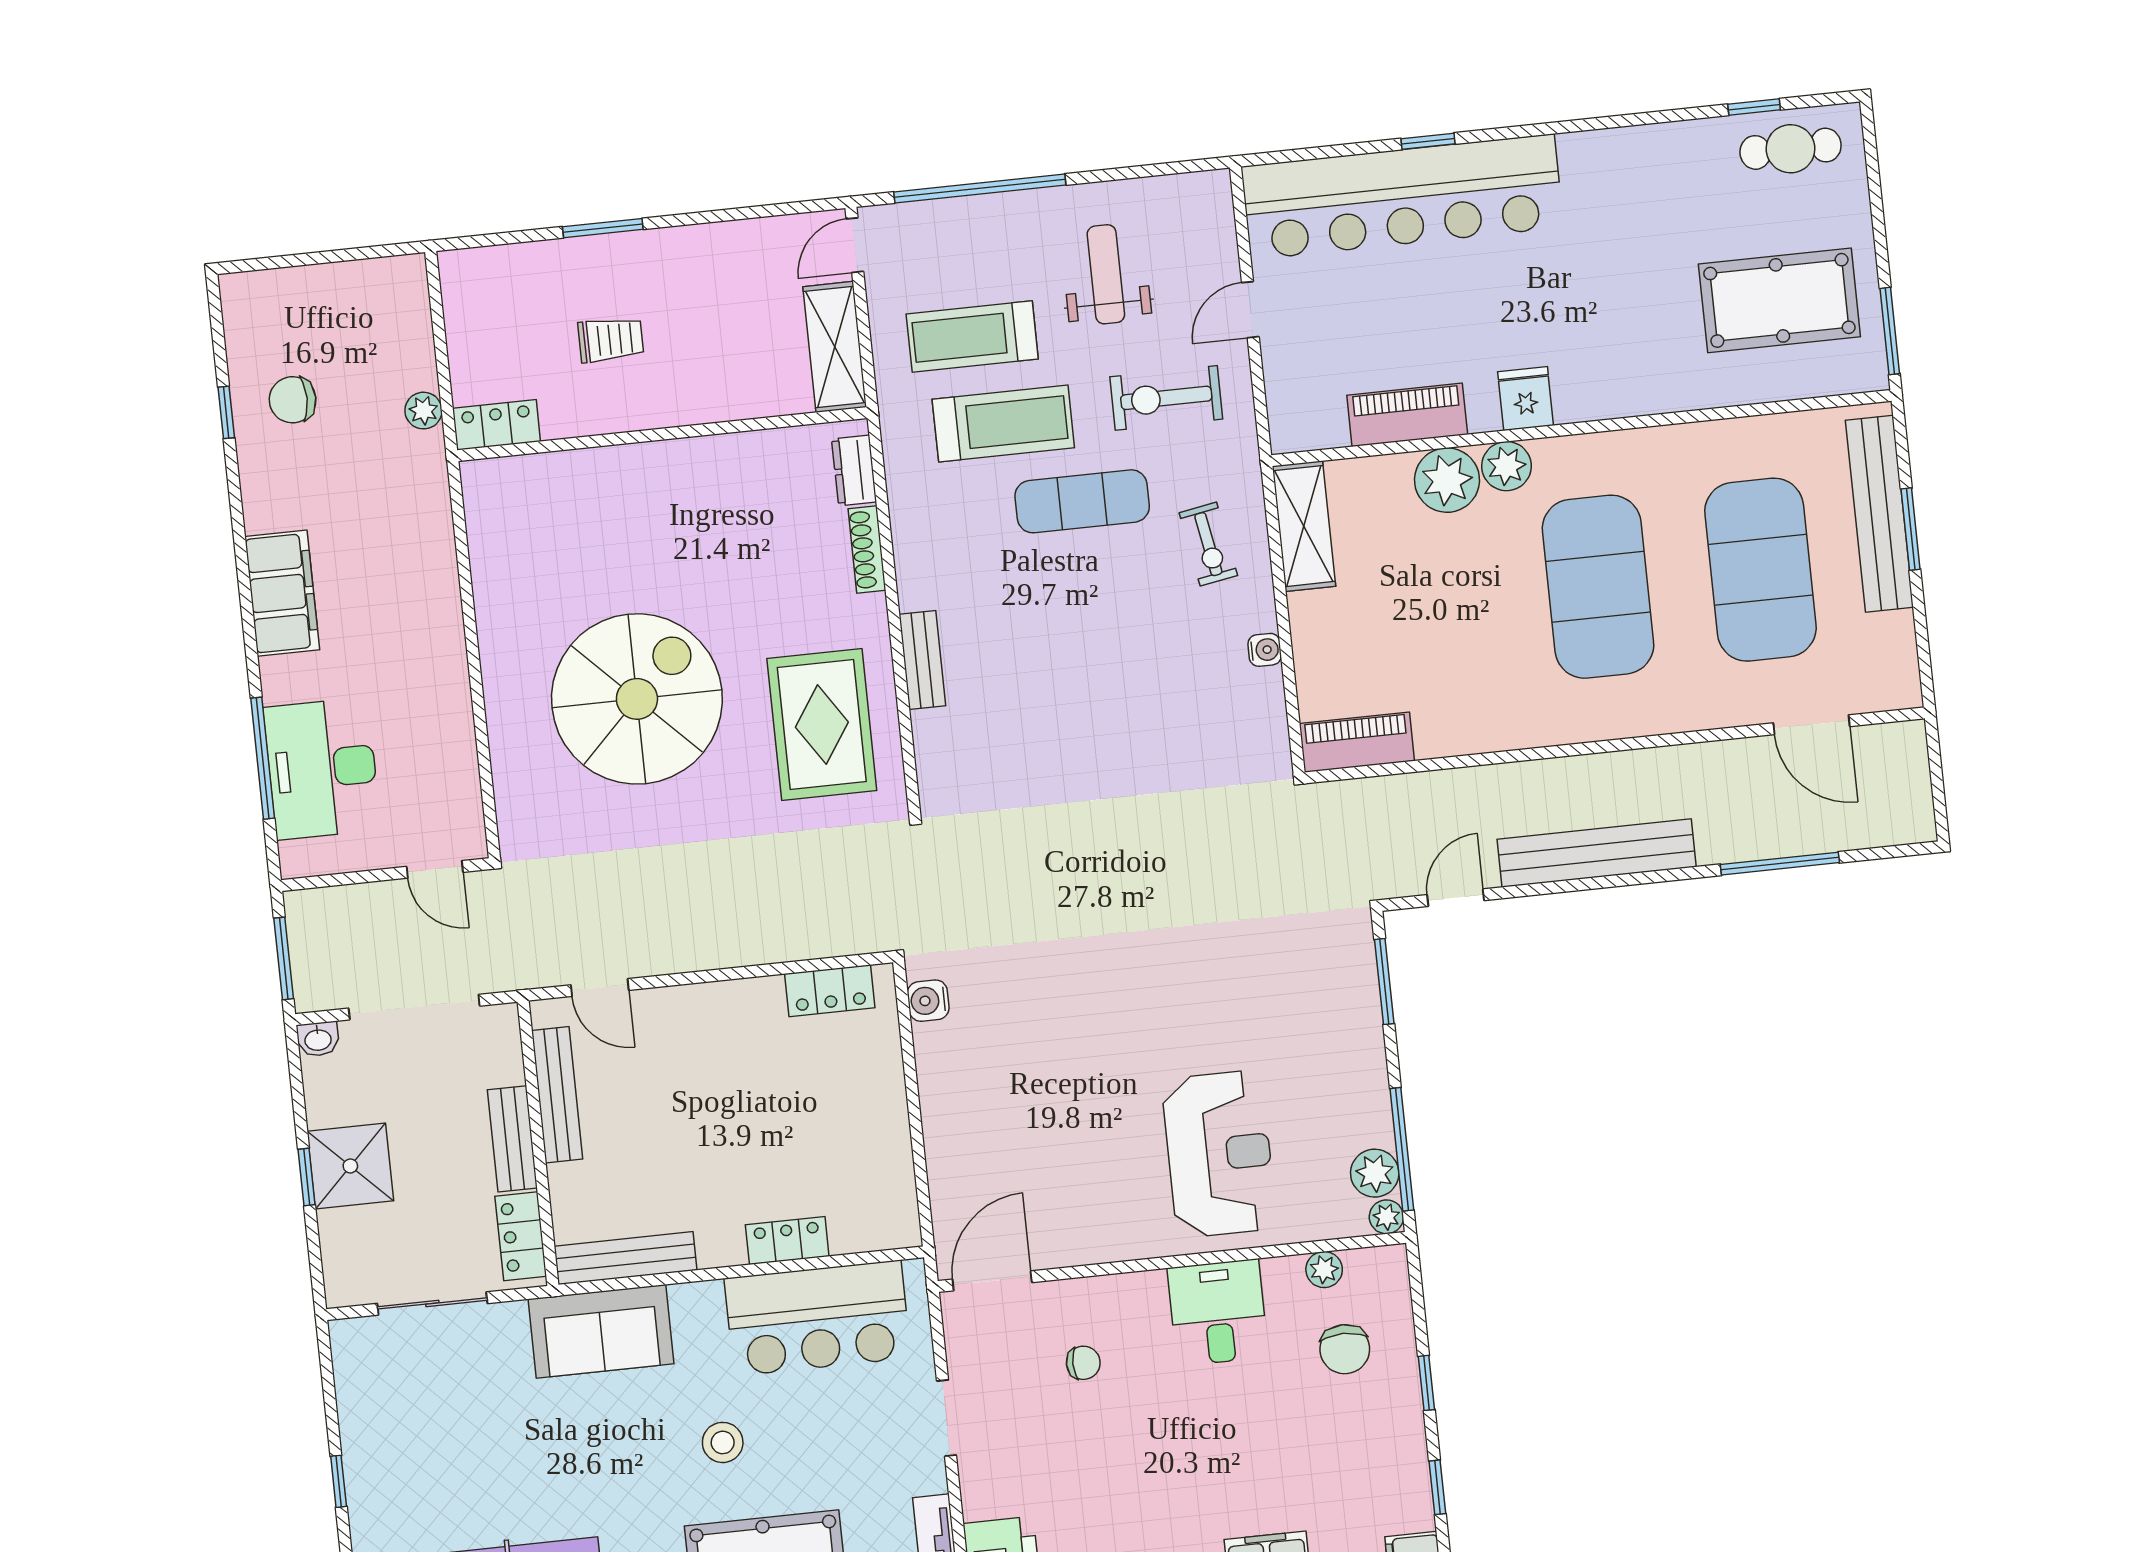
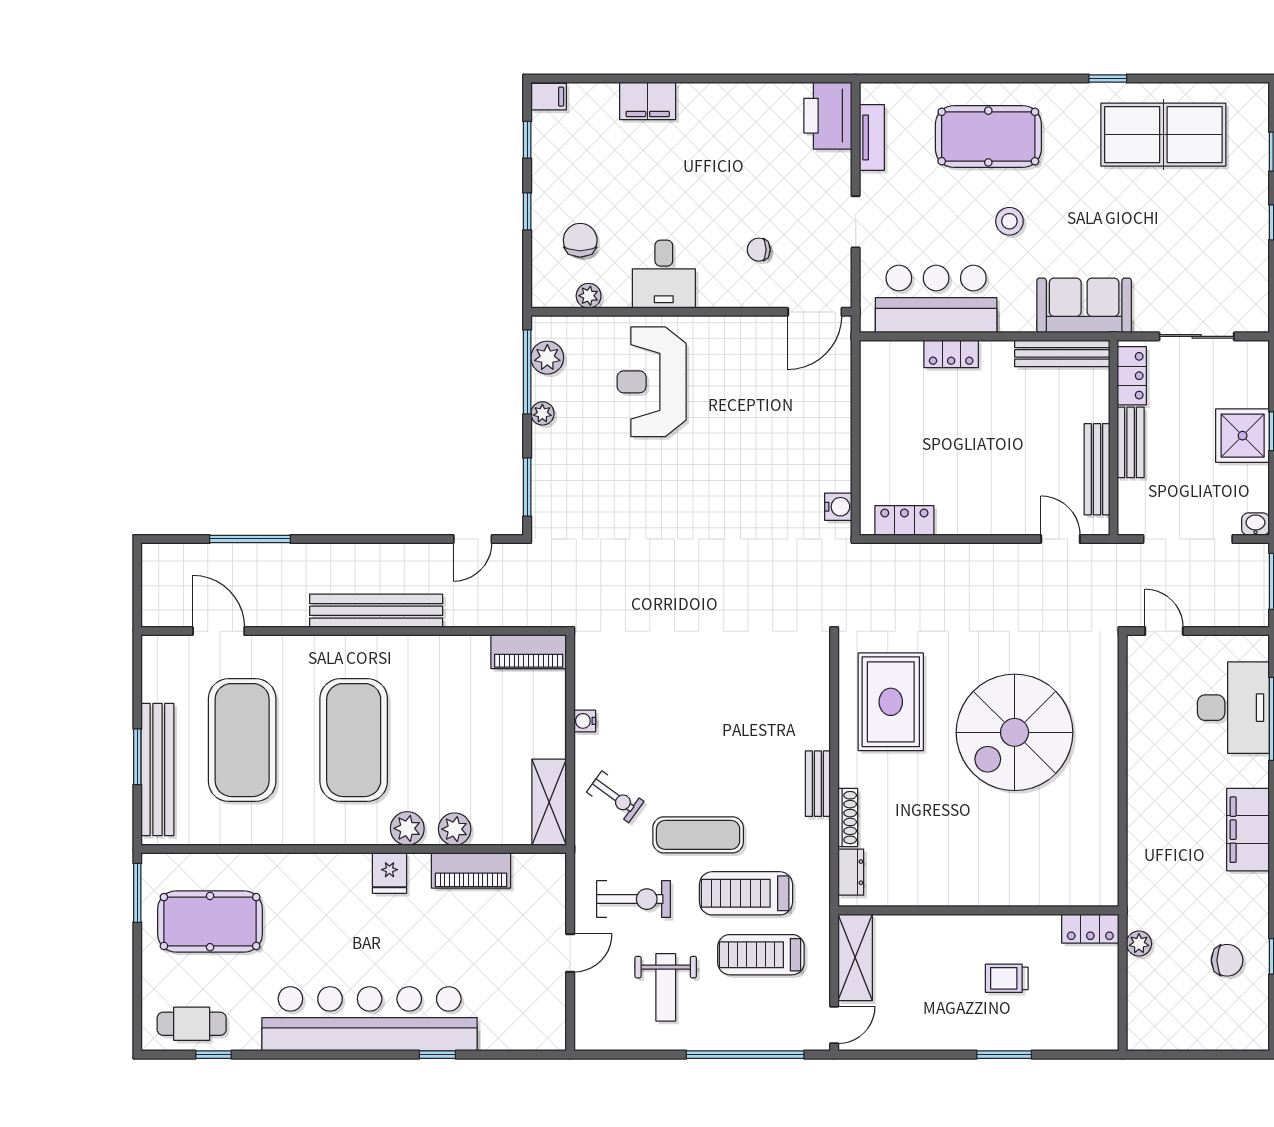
bar counter: (1402, 197) -> (370, 1019), moved
treadmill: (972, 336) -> (761, 955), turned 180
plant: (1447, 480) -> (455, 829), width x0.73, depth x0.73
exercise bike: (1208, 544) -> (615, 797), turned 136
bench: (922, 660) -> (818, 784), moved
bench: (1597, 853) -> (376, 611), moved
plant: (1386, 1217) -> (542, 413), moved

